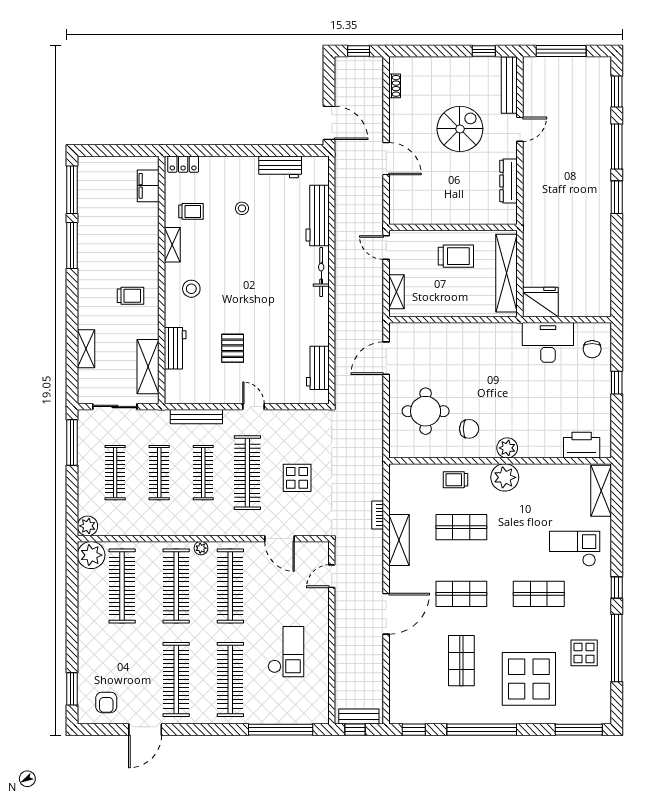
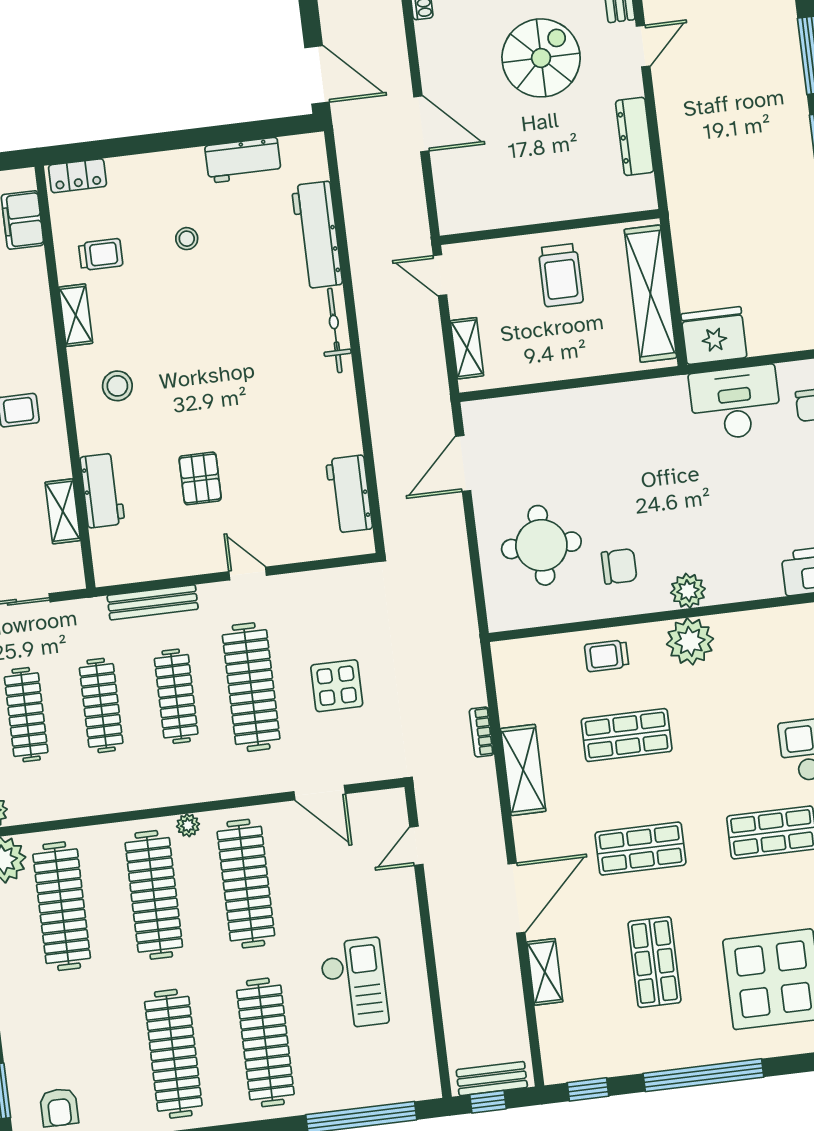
trolley: (456, 256) -> (561, 275), turned 90
shelving: (148, 367) -> (63, 511), width x0.67, depth x0.75
shelving: (397, 658) -> (545, 972), added

